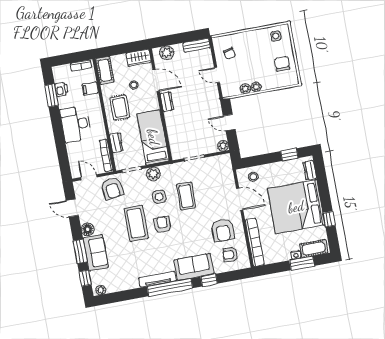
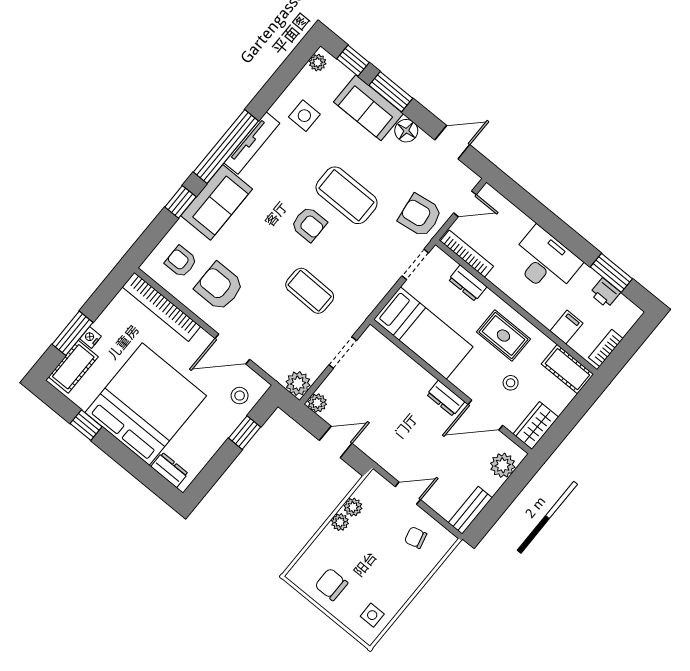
chair: (282, 64) -> (331, 584), turned 180
window: (289, 155) -> (245, 433), moved
plant: (153, 174) -> (298, 383), moved
side table: (159, 197) -> (304, 116), moved
armchair: (230, 255) -> (181, 262), turned -93

